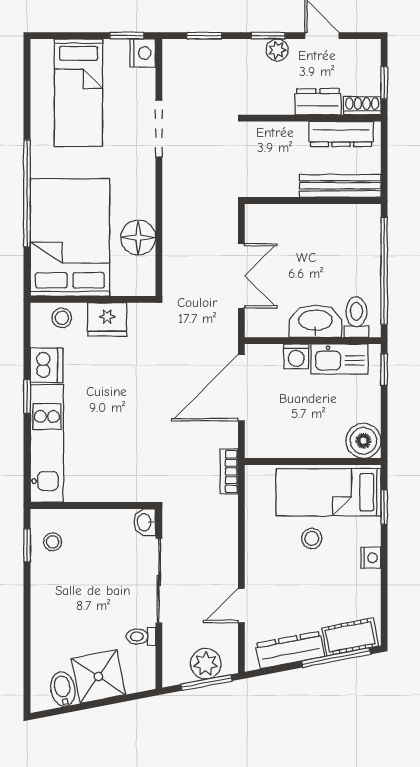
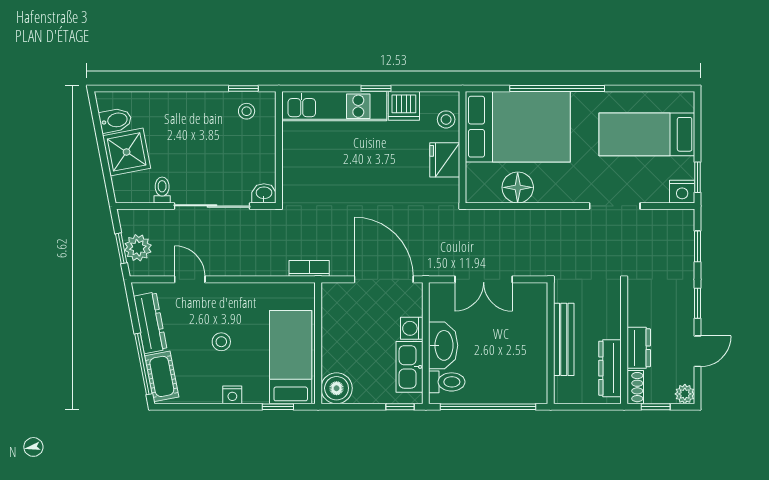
plant: (277, 50) -> (685, 394), moved
bench: (340, 186) -> (564, 339), moved
stool: (312, 538) -> (221, 342), moved
window: (206, 682) -> (121, 248), width x0.67

